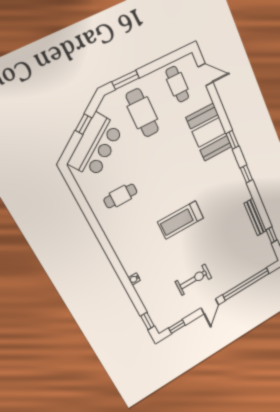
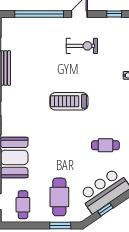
treadmill: (181, 220) -> (69, 101), turned 180
exercise bike: (193, 280) -> (82, 46), turned 180

